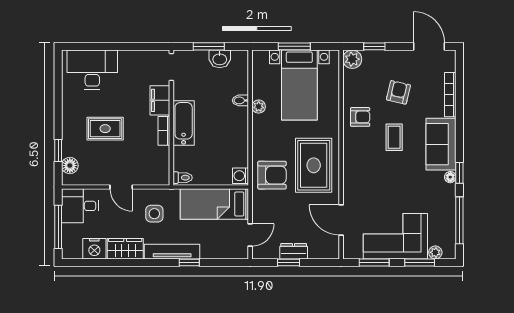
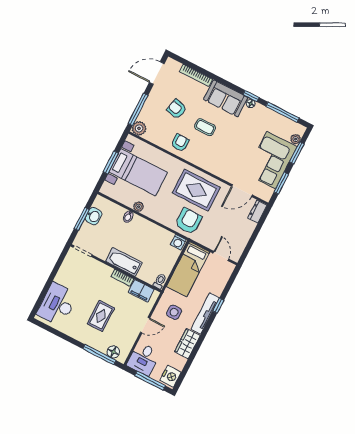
window: (374, 46) -> (138, 109), width x2.17
filing cabinet: (160, 100) -> (141, 291), moved
window: (58, 151) -> (99, 355), width x2.17
nightstand: (94, 249) -> (171, 376), moved
dresser: (294, 251) -> (257, 212), moved
window: (289, 262) -> (252, 240), removed

